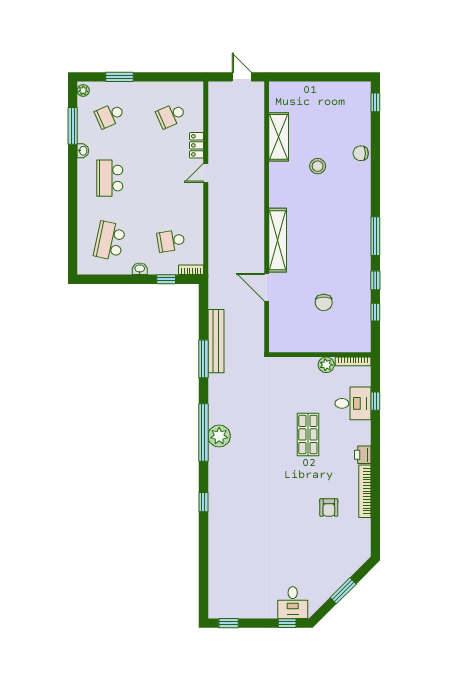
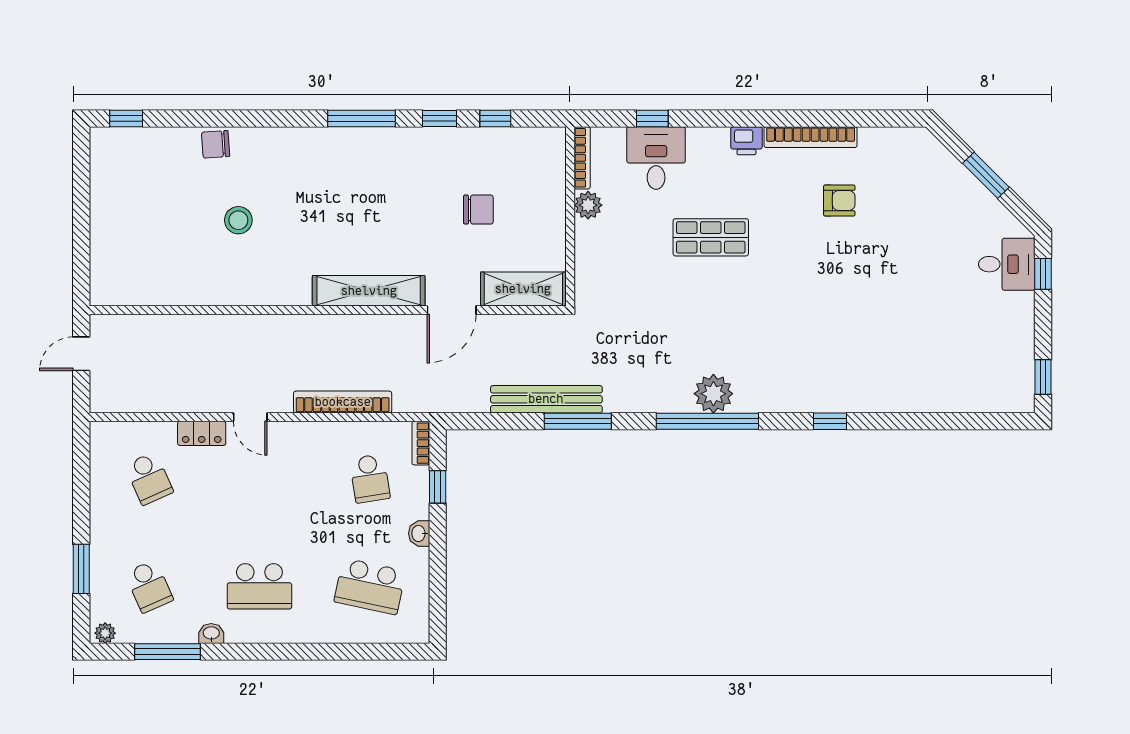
shelving: (279, 137) -> (523, 289), moved
chair: (361, 153) -> (216, 144), turned 86
bookcase: (214, 225) -> (343, 402), added

